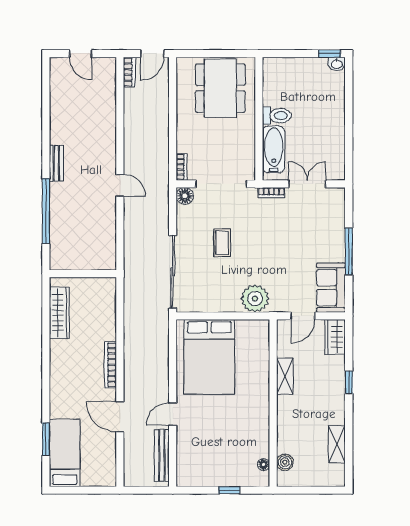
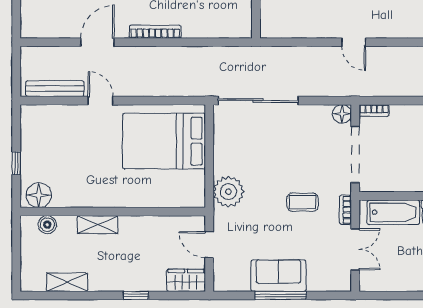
door: (120, 185) -> (354, 42), hinge flipped
coffee table: (222, 243) -> (302, 202), moved
sofa: (331, 288) -> (278, 276), moved
shelving: (285, 376) -> (98, 225), moved
floor lamp: (263, 465) -> (39, 195), width x1.89, depth x1.89

